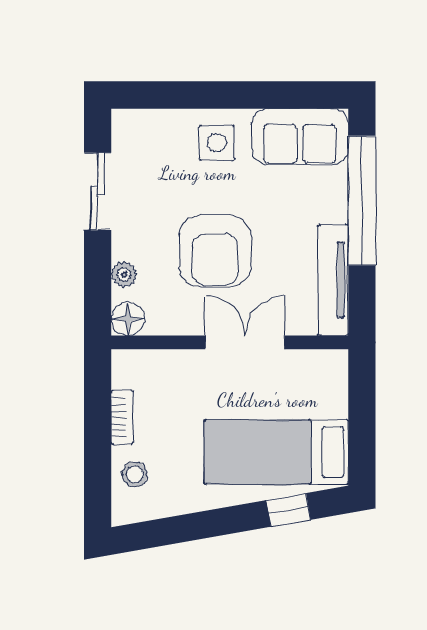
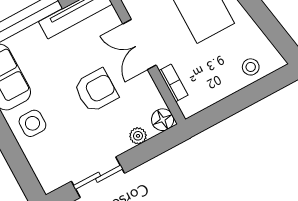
armchair: (215, 251) -> (96, 90), width x0.73, depth x0.73
bookcase: (122, 417) -> (173, 83), moved, turned 90

